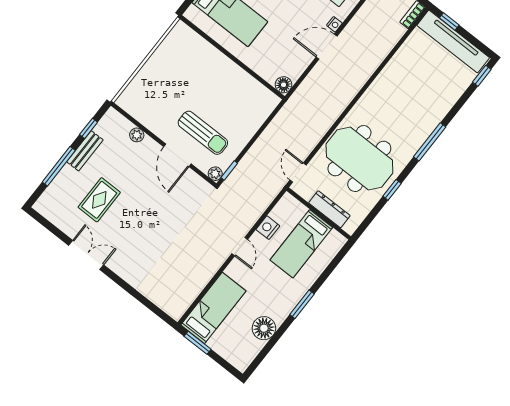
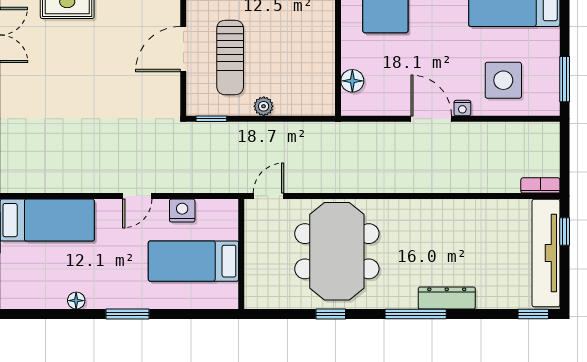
floor lamp: (284, 85) -> (352, 81), moved
plant: (215, 174) -> (264, 106), moved
dresser: (329, 209) -> (447, 298), moved, turned -90
floor lamp: (264, 328) -> (76, 301), width x0.53, depth x0.53

